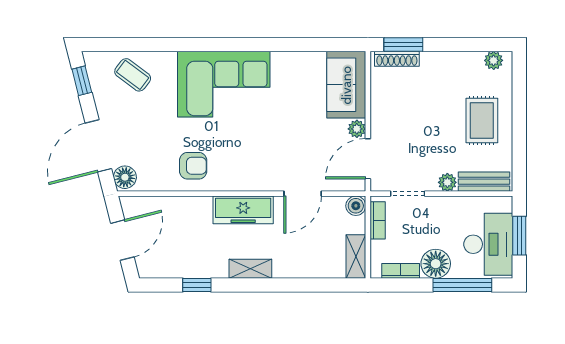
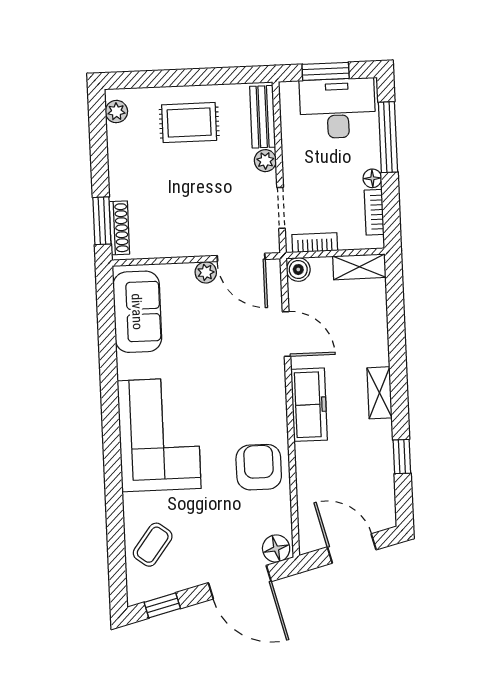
sofa: (346, 85) -> (137, 312), moved, turned -90
armchair: (193, 166) -> (259, 467), width x1.38, depth x1.38
floor lamp: (436, 264) -> (372, 178), width x0.53, depth x0.53

